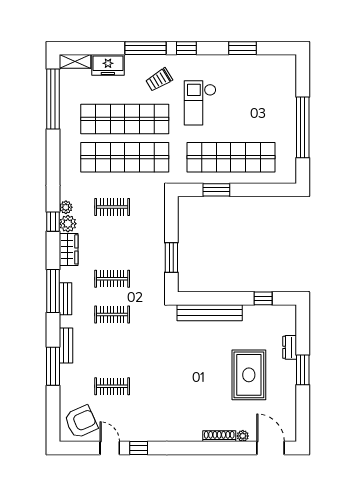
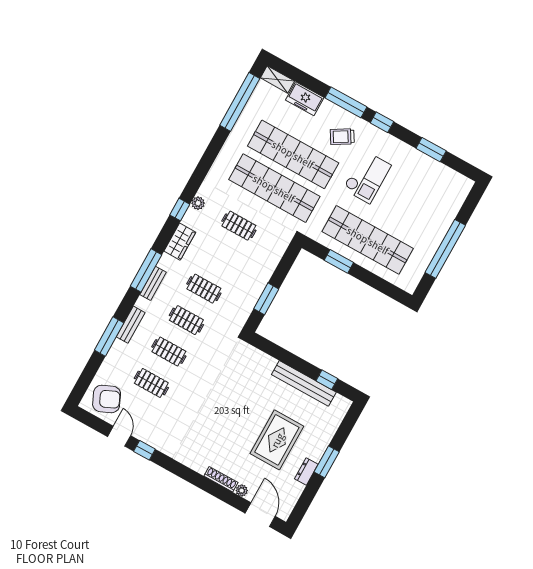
checkout: (200, 103) -> (367, 177), turned 180
plant: (68, 224) -> (192, 219), removed
bench: (210, 313) -> (304, 383), moved
dresser: (290, 347) -> (306, 472), moved
clothes rail: (112, 350) -> (169, 352), added

